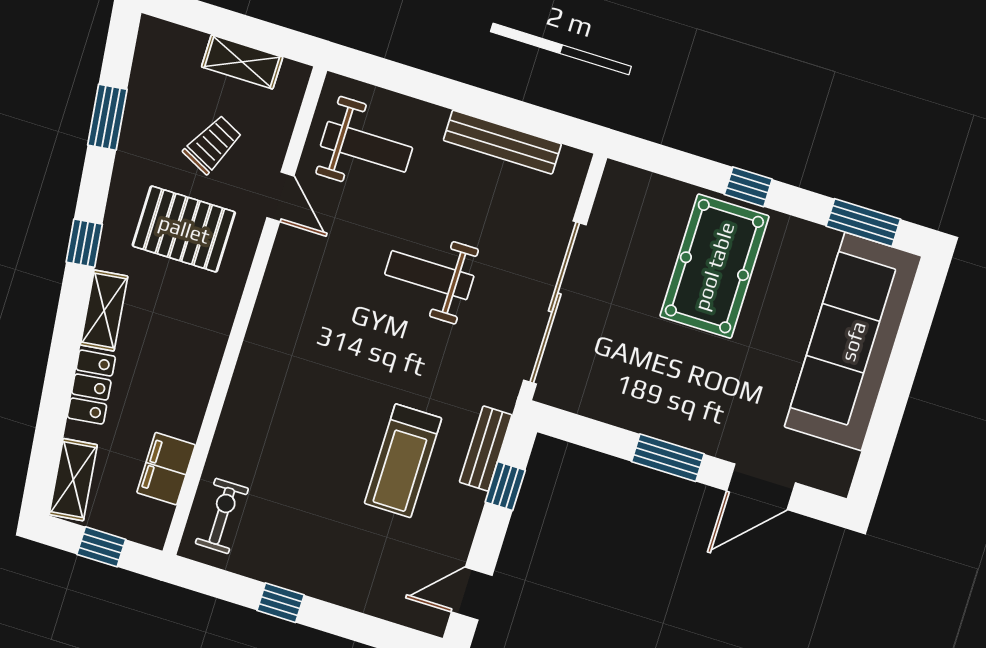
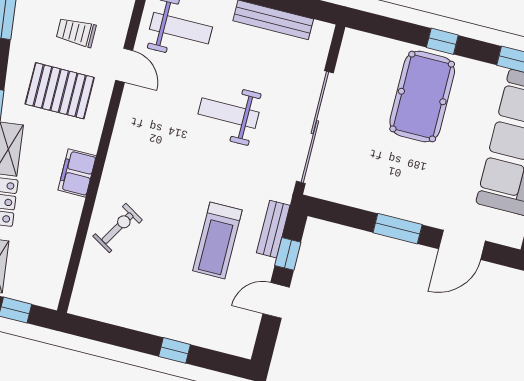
trolley: (213, 145) -> (76, 32), turned -117
filing cabinet: (166, 469) -> (77, 173), moved
exercise bike: (222, 516) -> (118, 228), moved, turned 31
door: (472, 594) -> (276, 300), moved
window: (281, 603) -> (175, 350), moved

